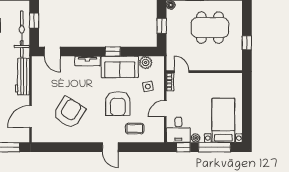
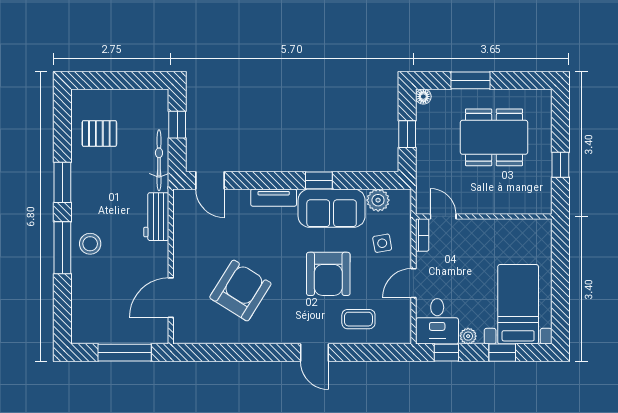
bicycle: (22, 34) -> (159, 160), width x0.73, depth x0.71
workbench: (22, 77) -> (156, 217), width x0.73
window: (214, 147) -> (502, 353), width x0.46

